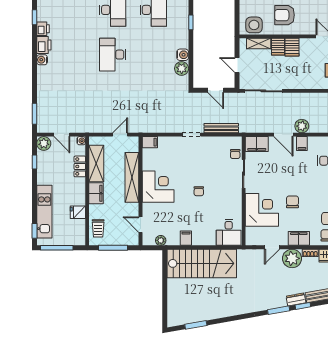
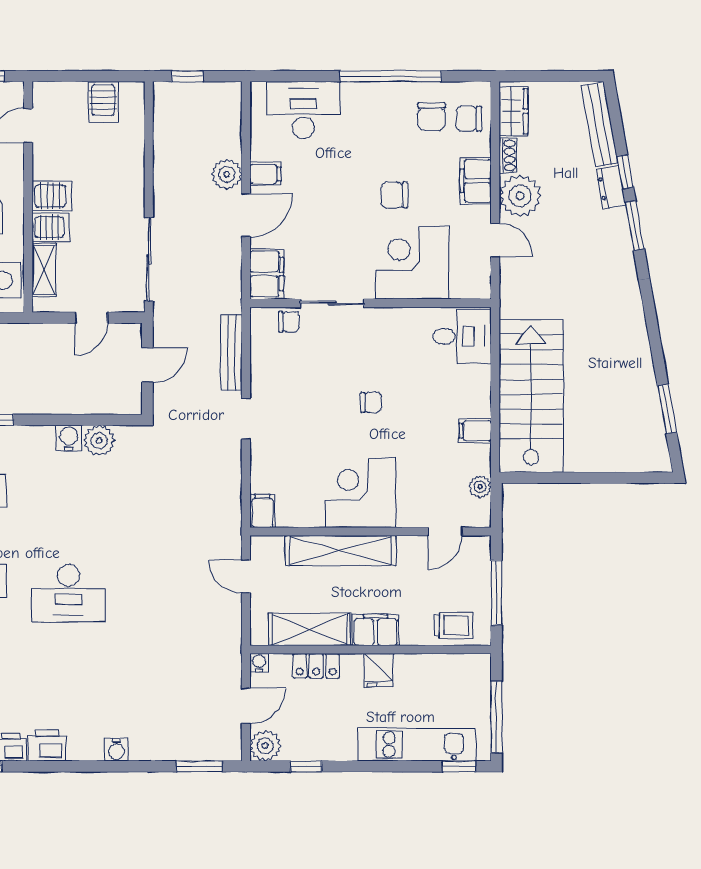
water cooler: (42, 60) -> (116, 750), moved
fridge: (78, 212) -> (379, 670), moved

